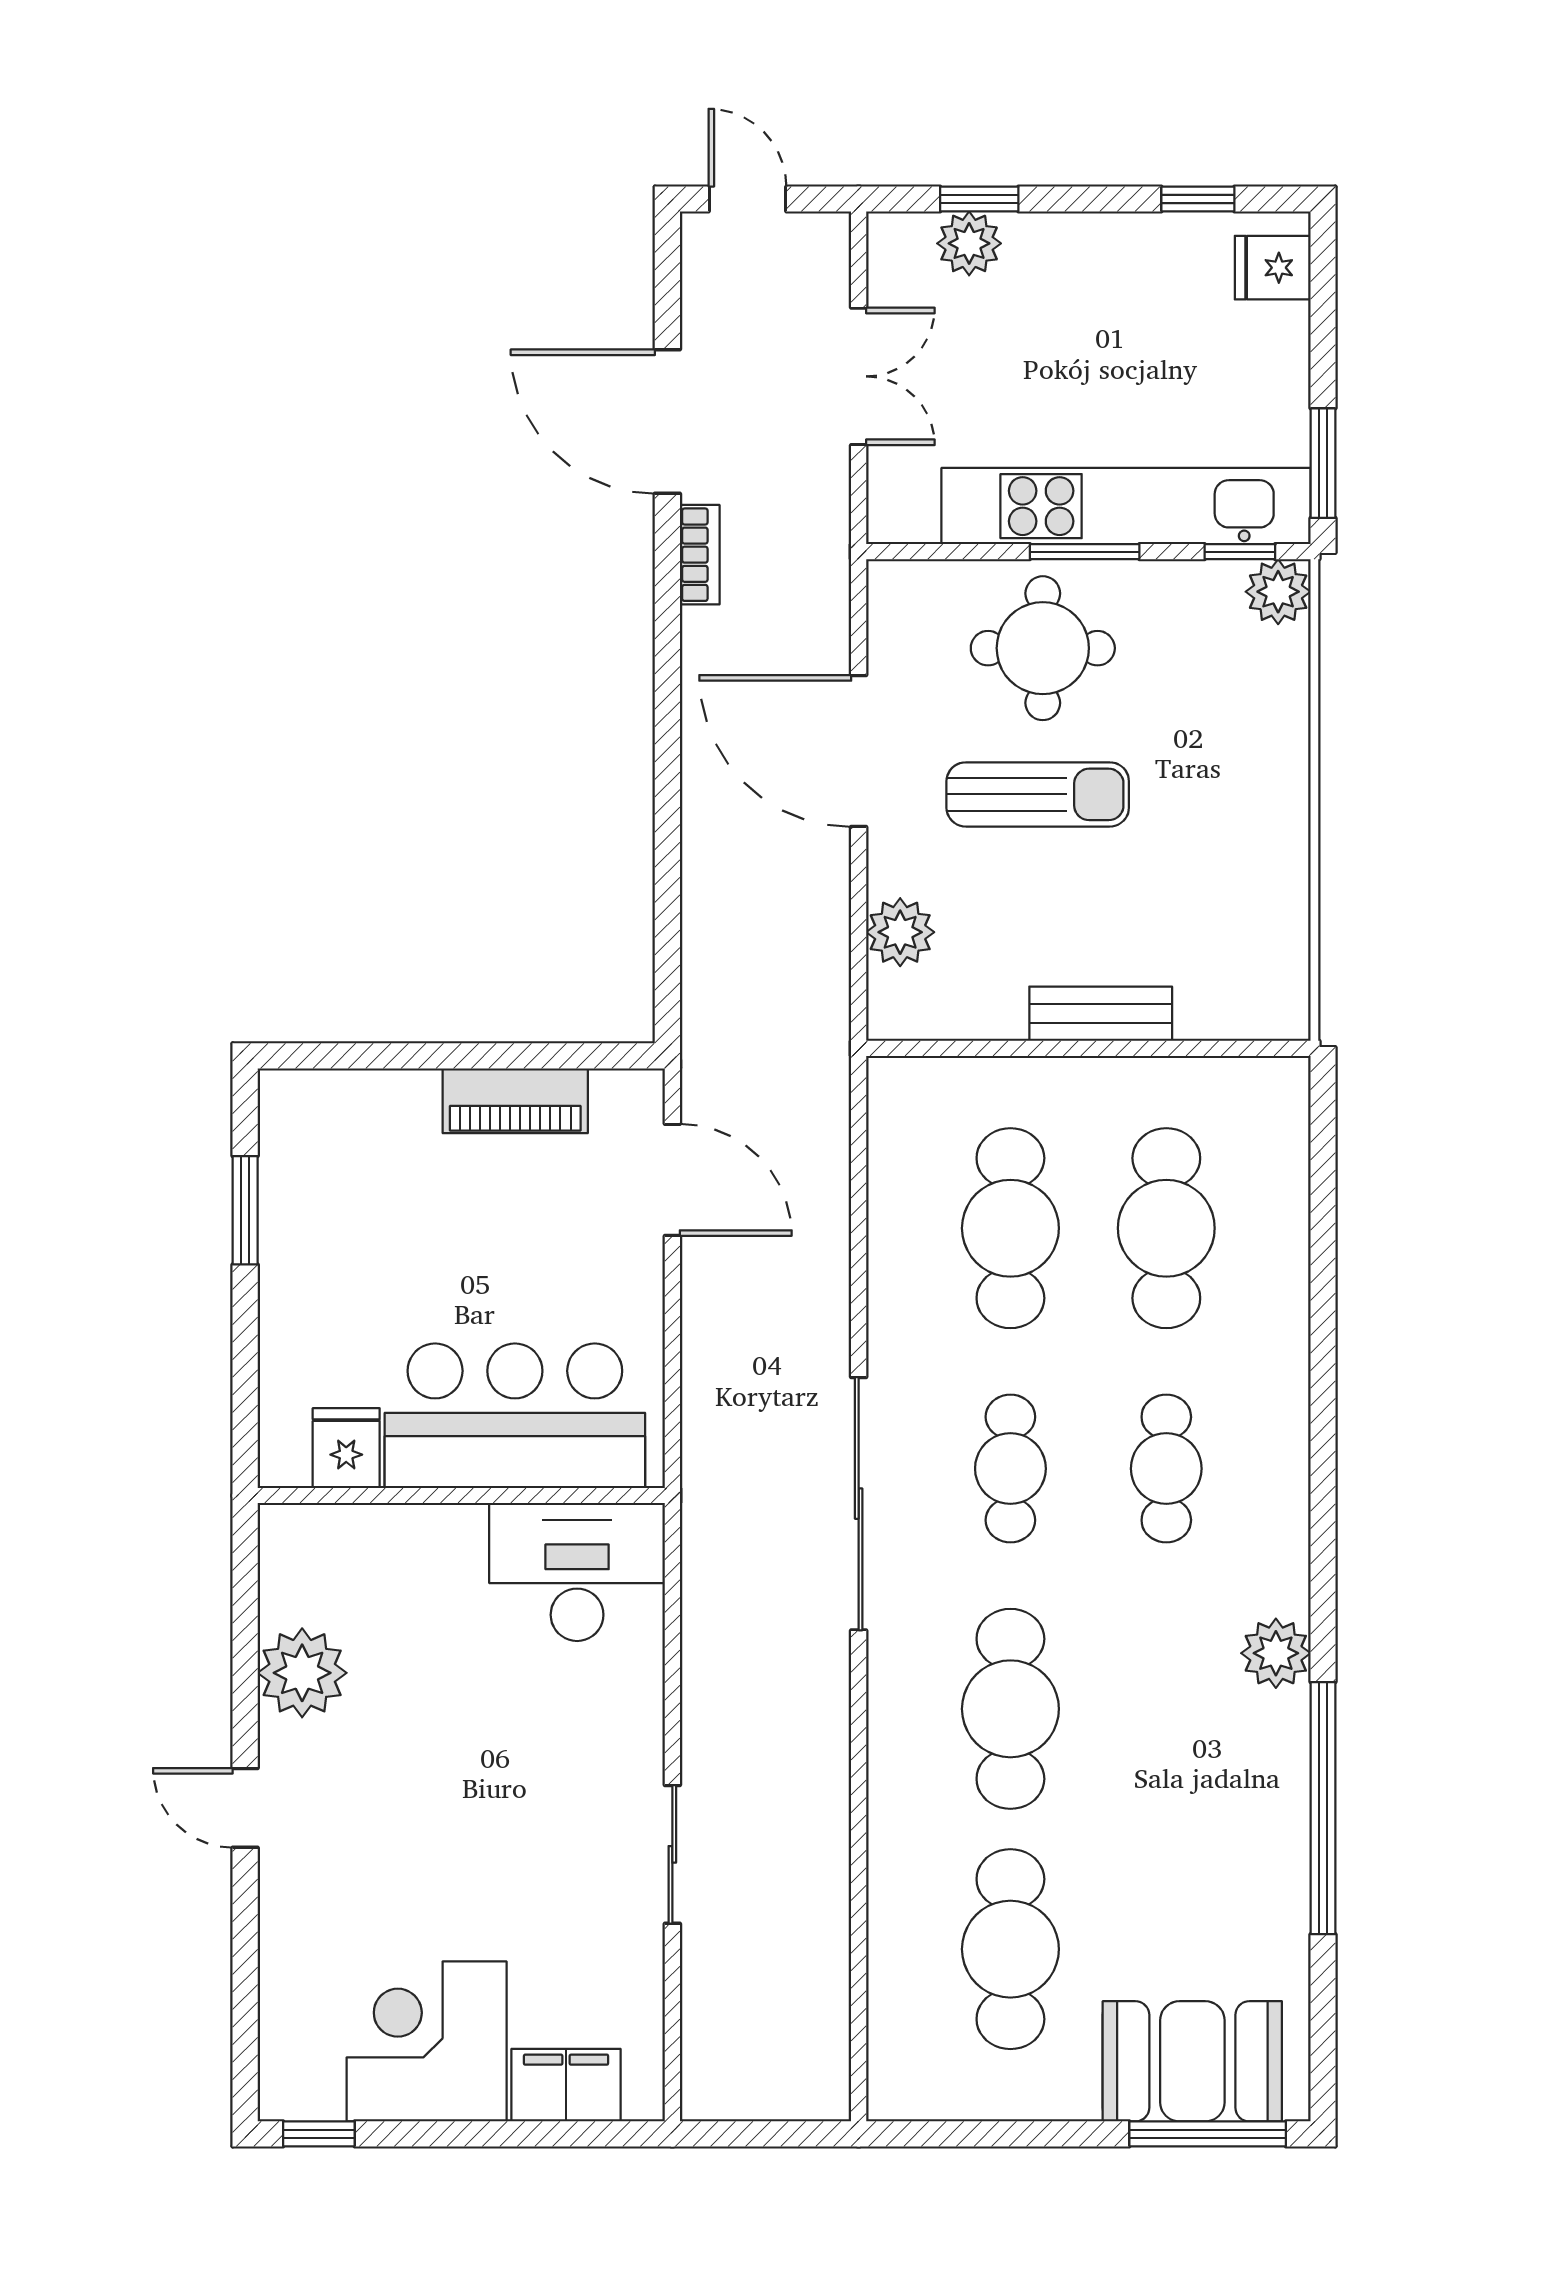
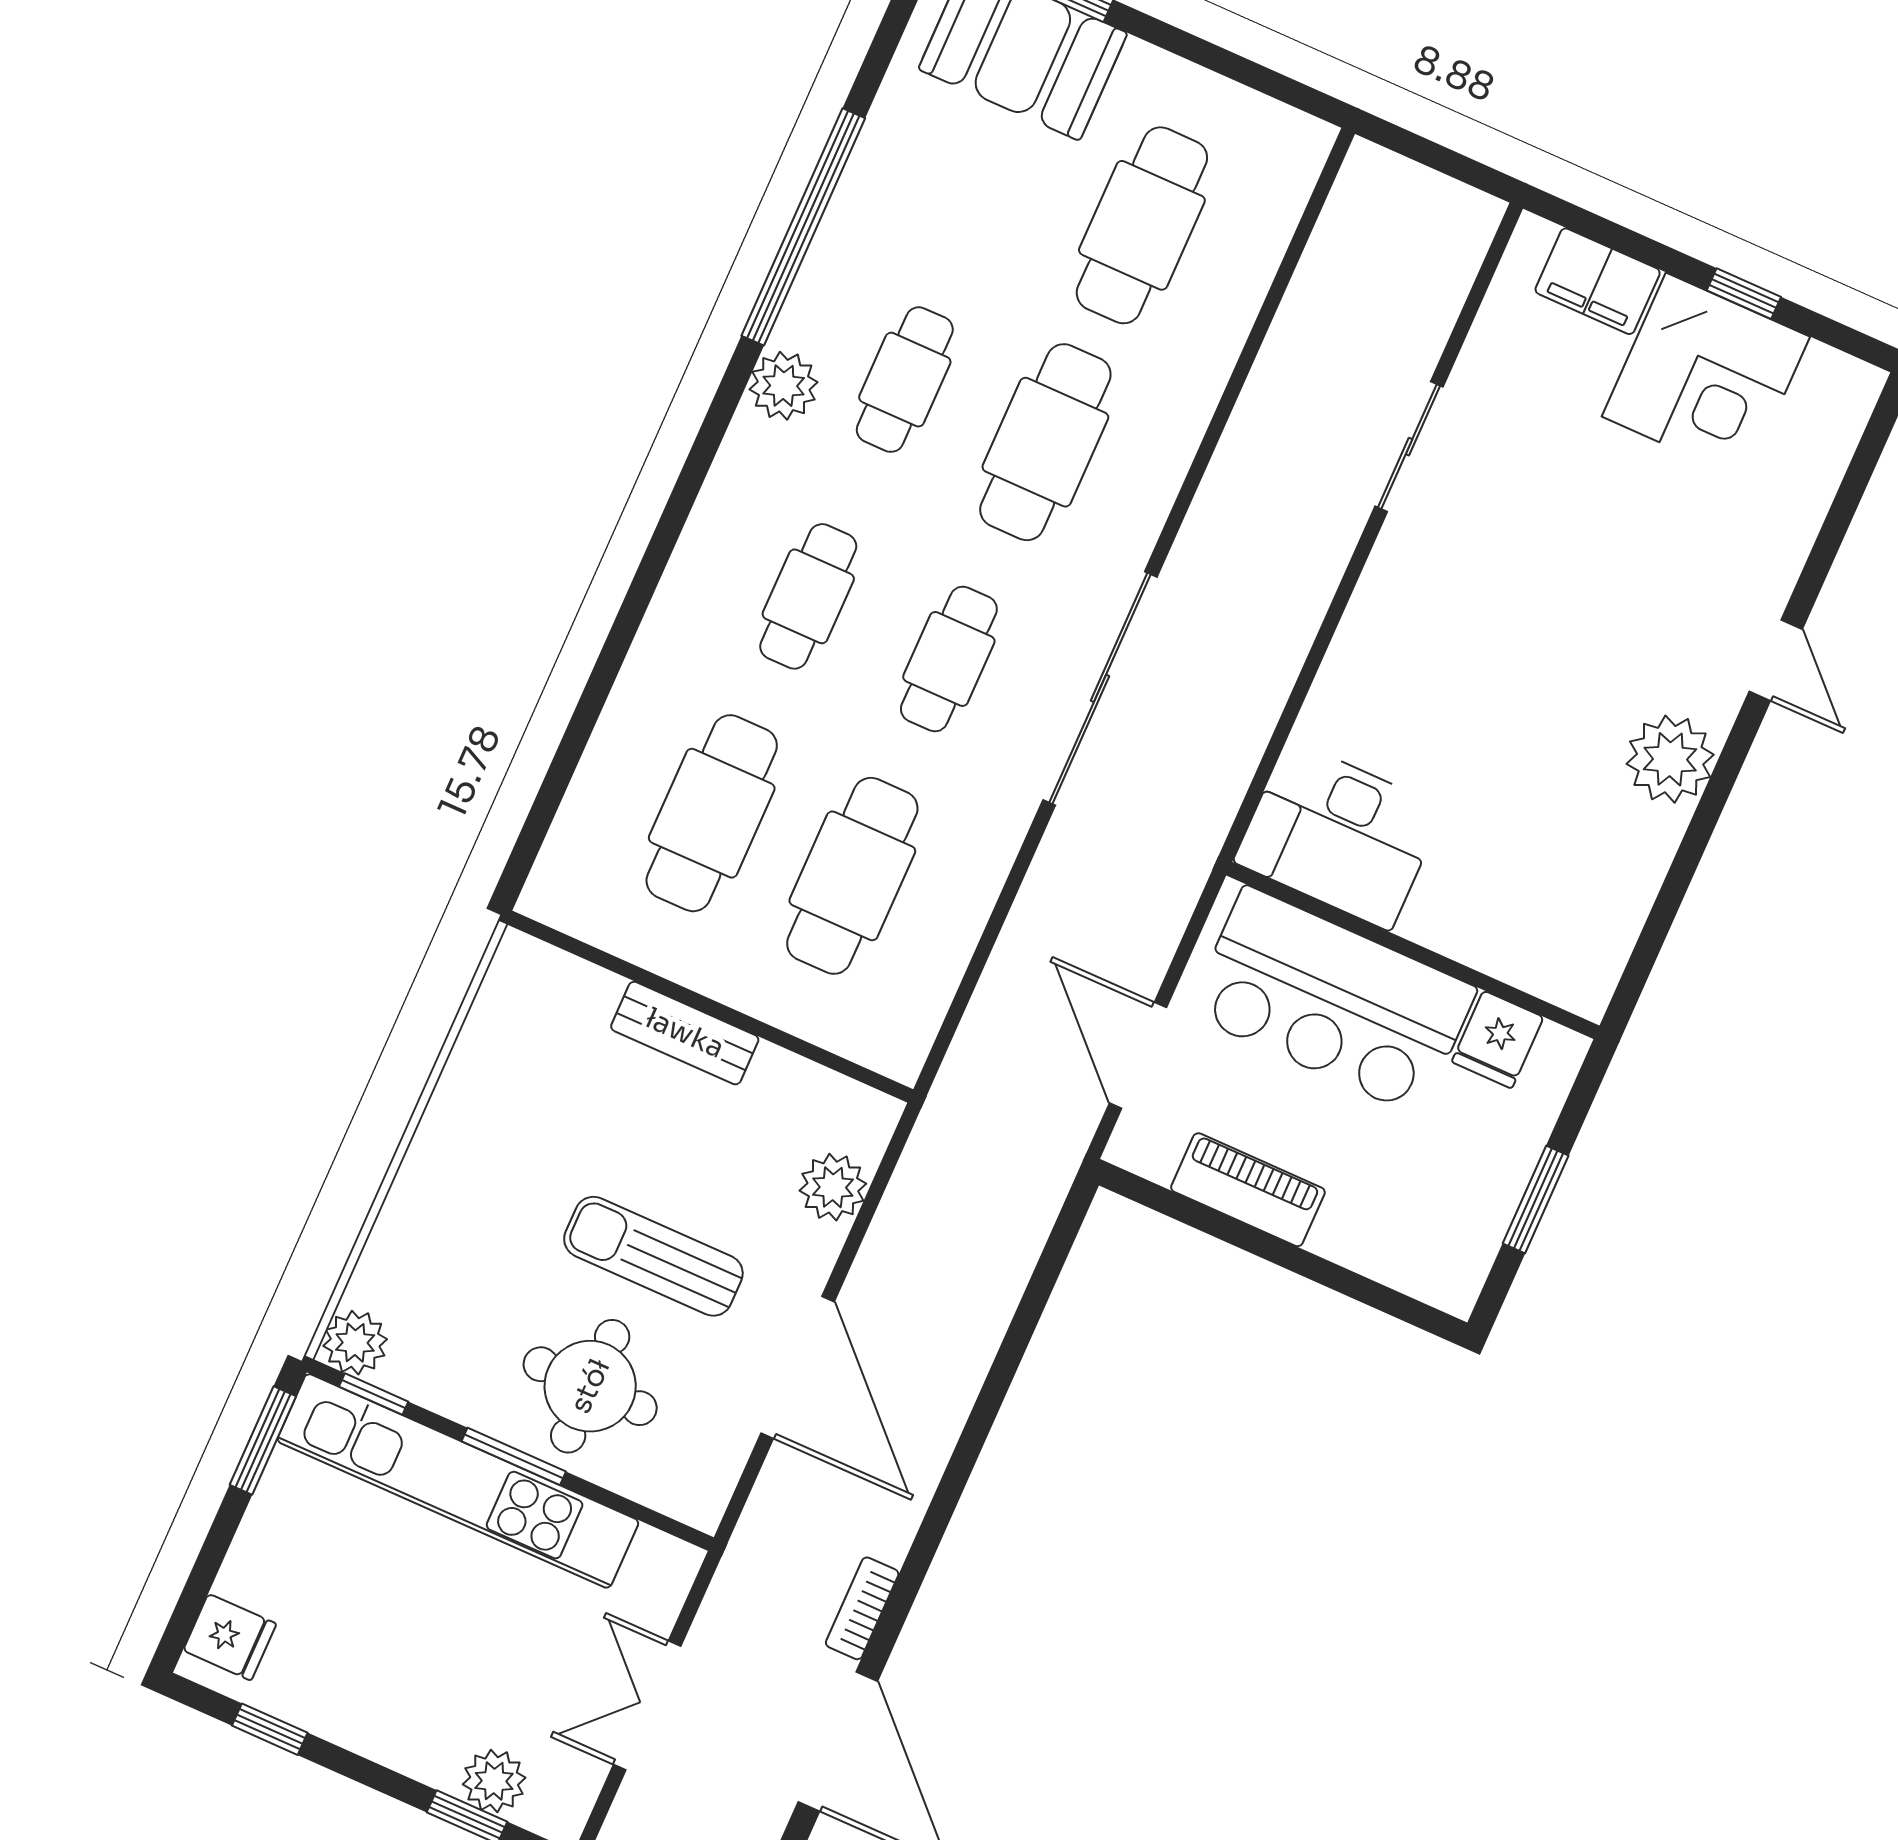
bar counter: (515, 1416) -> (1332, 1001), moved
fridge: (346, 1448) -> (1498, 1039), moved
wall: (461, 1496) -> (1413, 951), moved
desk: (577, 1572) -> (1339, 835), moved
cafe table: (1166, 1709) -> (905, 380), added
window: (319, 2134) -> (1744, 294), moved

